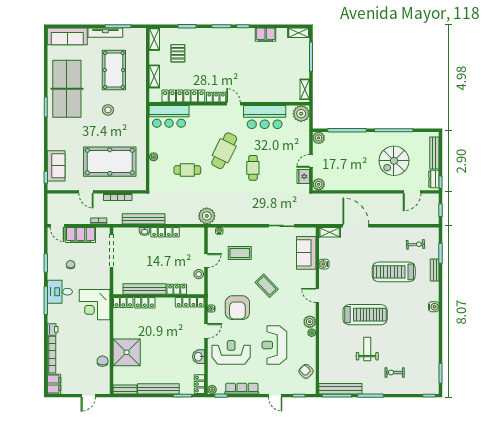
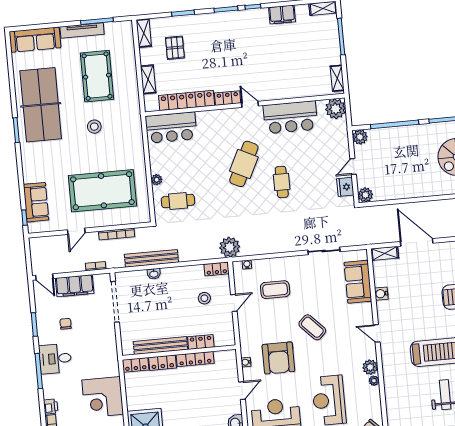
cafe table: (187, 170) -> (178, 201), moved
door: (86, 192) -> (76, 231), hinge flipped
locker: (165, 232) -> (217, 269), moved, width x0.66
stool: (199, 274) -> (204, 298), moved
locker: (190, 302) -> (195, 359), moved
corner desk: (95, 305) -> (103, 397), moved

